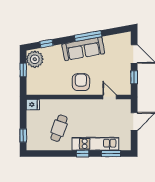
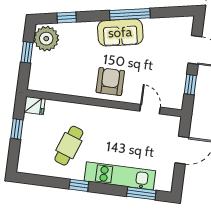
sofa: (83, 49) -> (120, 32), width x0.73
window: (23, 135) -> (17, 129), moved
window: (83, 154) -> (79, 185), moved

